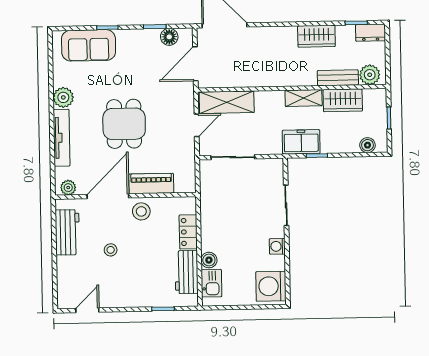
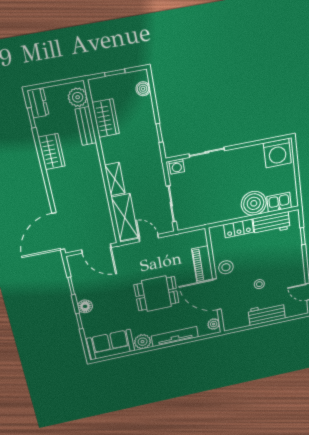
floor lamp: (169, 37) -> (85, 306), moved
sofa: (89, 45) -> (111, 345), moved, turned -90
shelving: (304, 98) -> (115, 179), moved
freezer: (301, 142) -> (149, 149), removed
workbench: (67, 232) -> (267, 314), moved
washing machine: (277, 246) -> (177, 166), moved
boiler: (209, 260) -> (254, 203), width x1.86, depth x1.86

